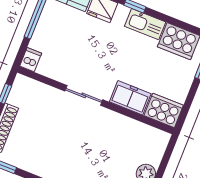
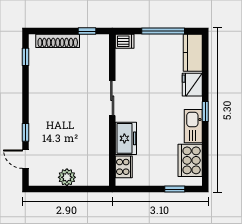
cooker: (164, 110) -> (124, 167), width x0.73, depth x0.76

